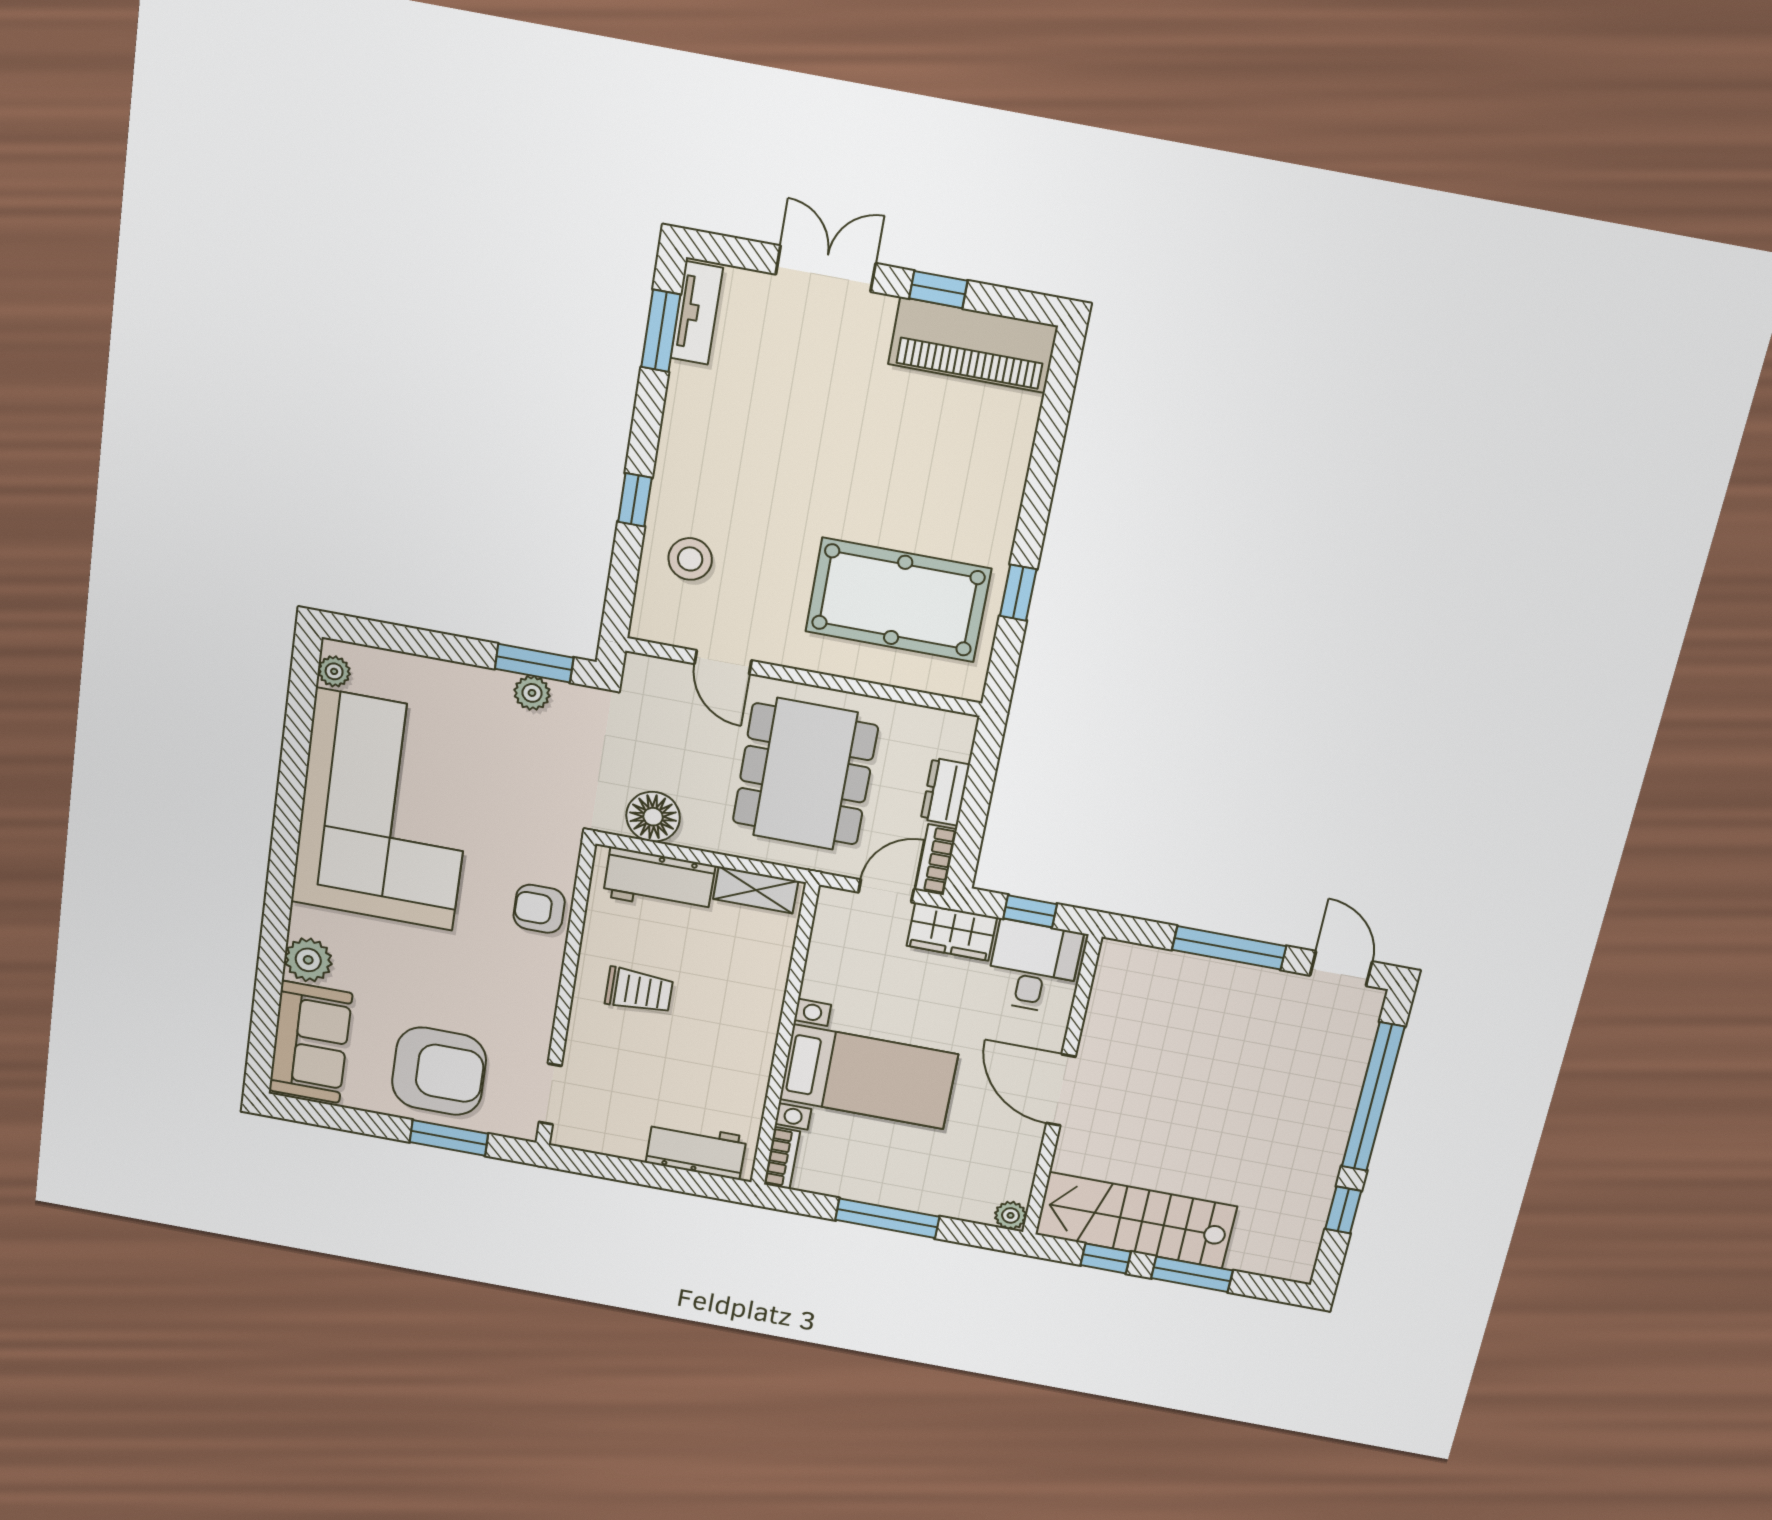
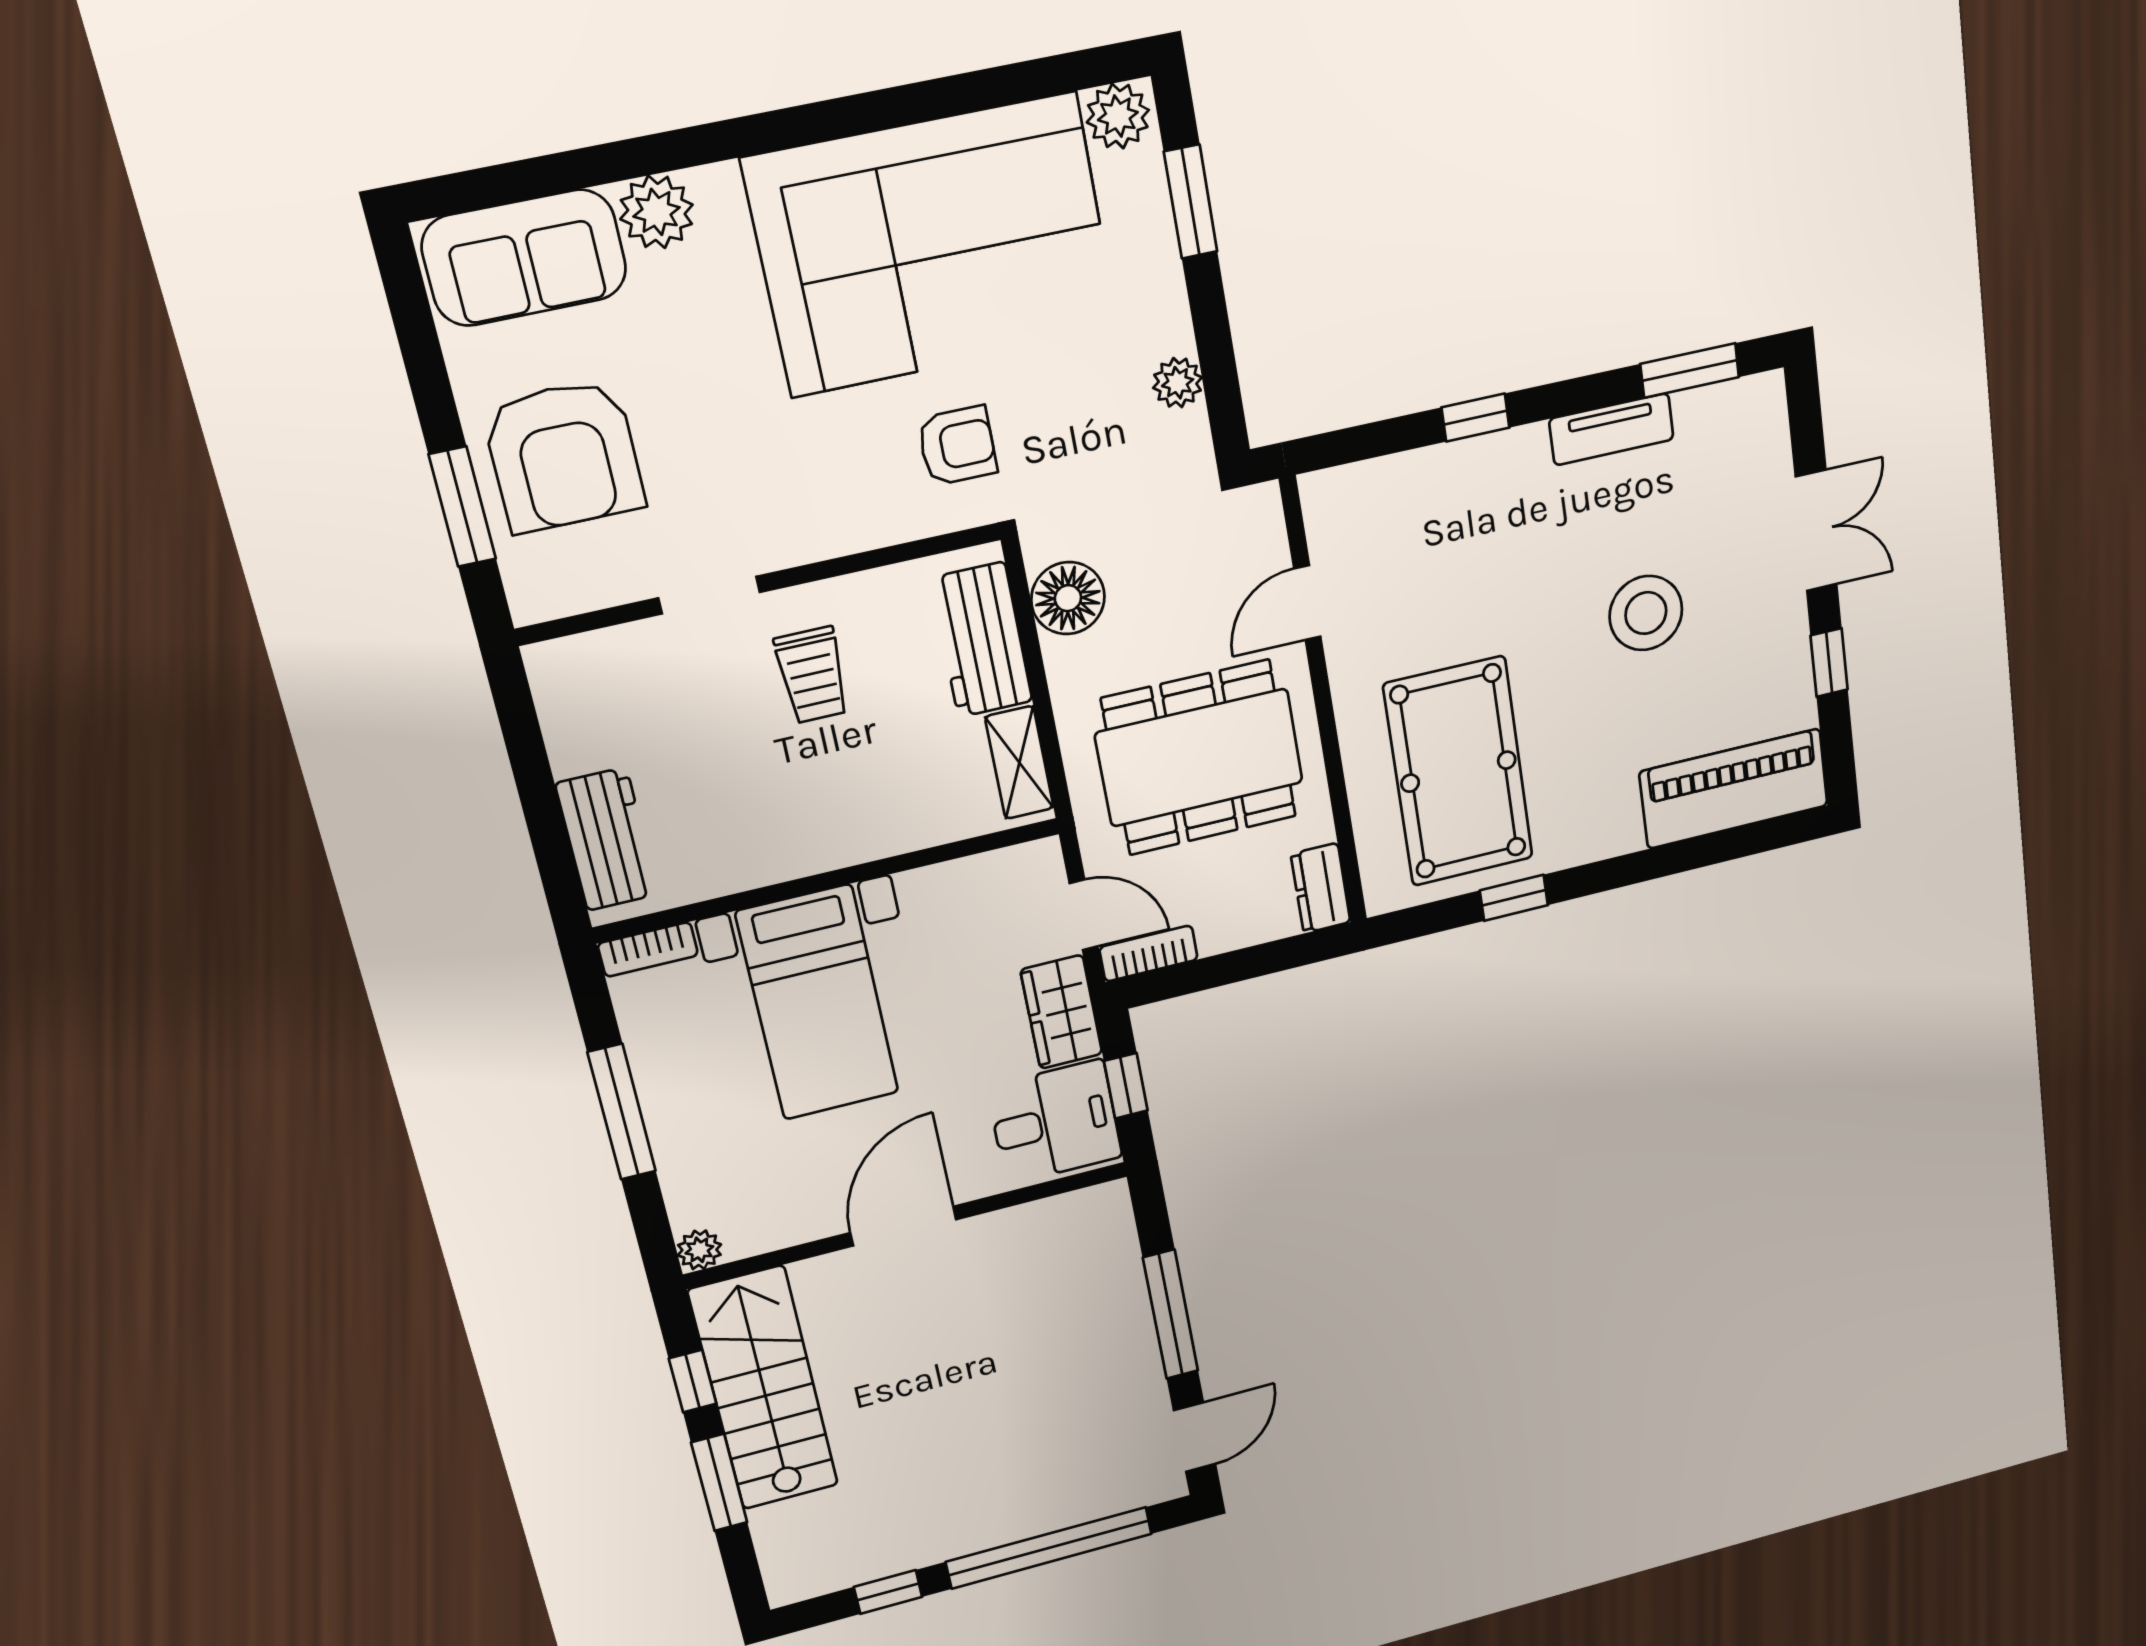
tv unit: (697, 313) -> (1611, 429), moved
piano: (973, 345) -> (1734, 789), moved, turned 90
stool: (690, 559) -> (1646, 613), moved, width x1.38, depth x1.38
window: (534, 663) -> (1191, 202), moved
plant: (334, 671) -> (1118, 116), width x1.38, depth x1.38
dresser: (945, 792) -> (1321, 888), moved, turned -90
armchair: (539, 909) -> (957, 446), moved, turned 90
doorway: (550, 1094) -> (709, 595), moved

